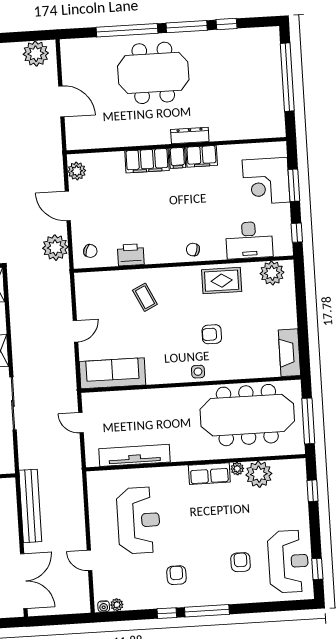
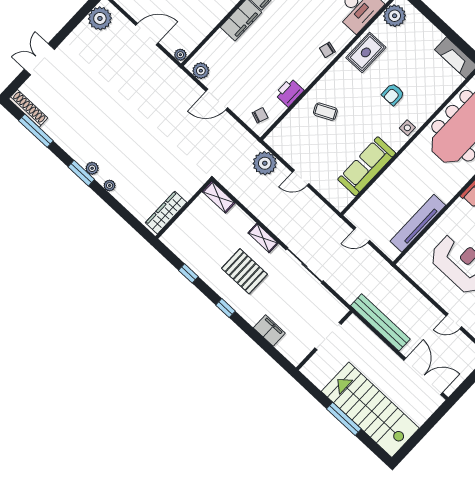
plant: (72, 143) -> (180, 55), added
plant: (55, 248) -> (265, 163), moved
door: (75, 331) -> (301, 178), swing flipped
sofa: (113, 373) -> (367, 166), moved

